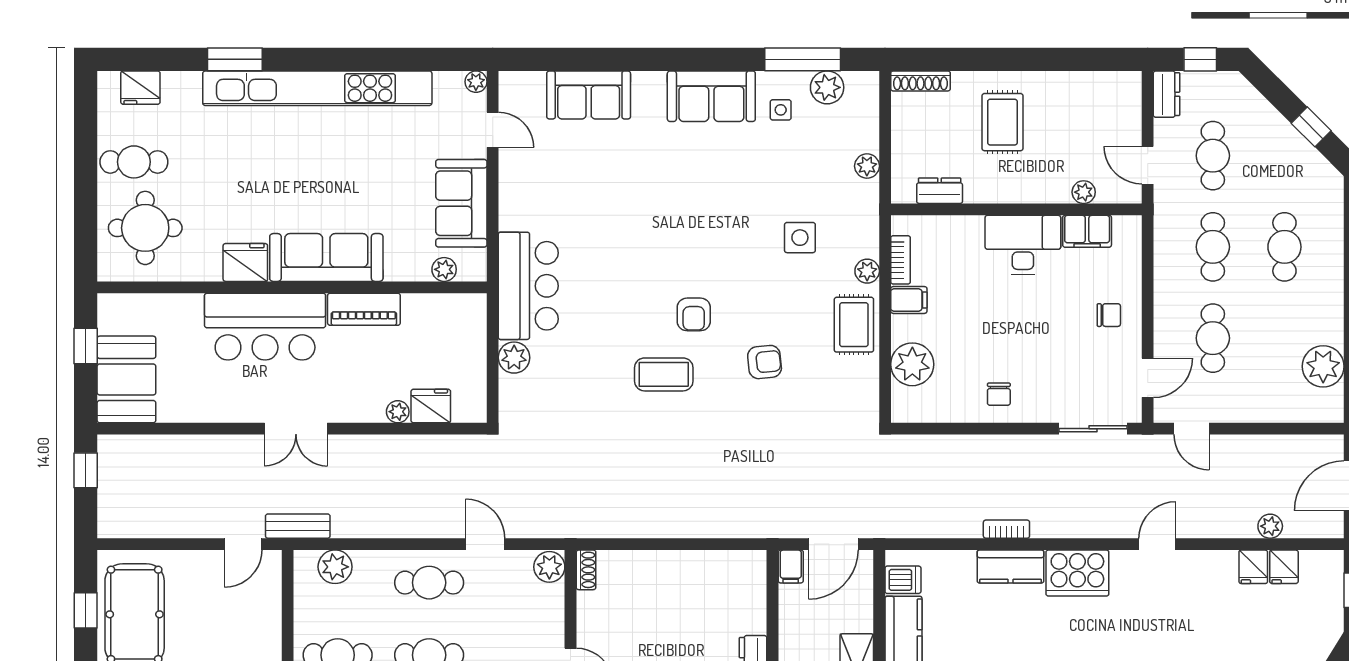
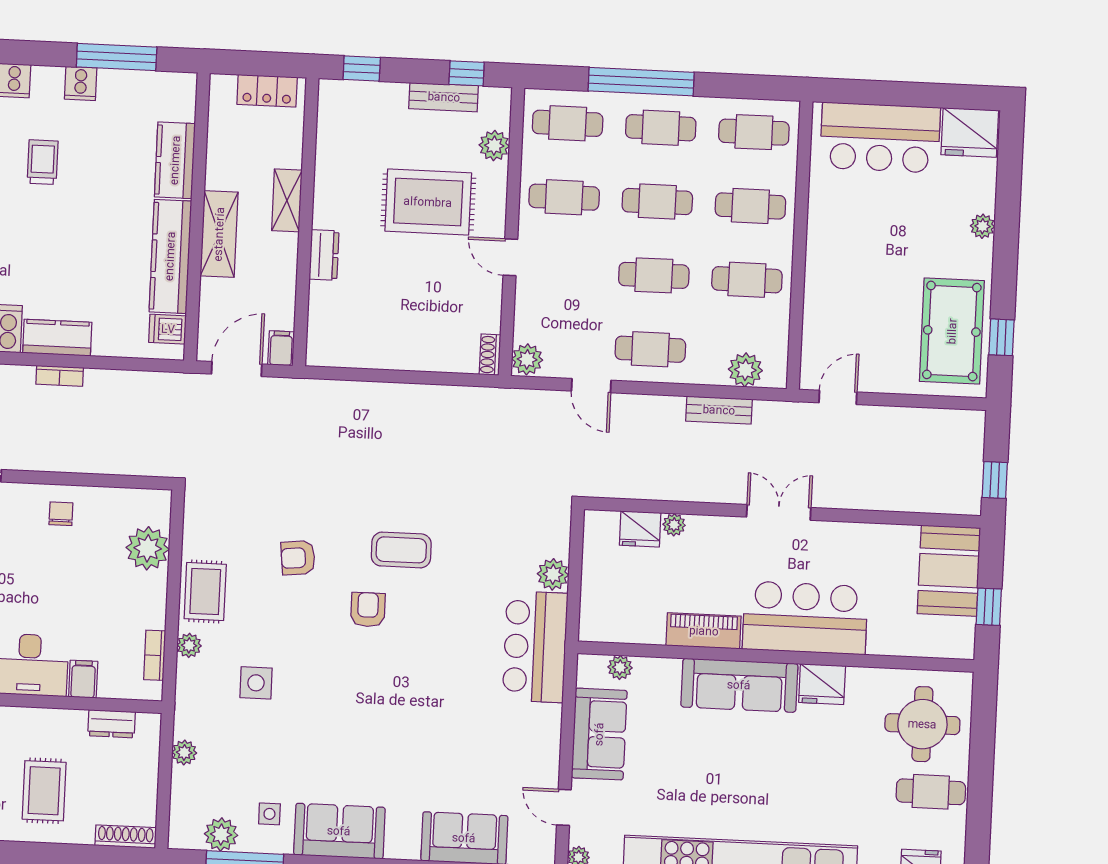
filing cabinet: (909, 300) -> (83, 679), moved, turned 90
bench: (298, 526) -> (719, 410), moved

